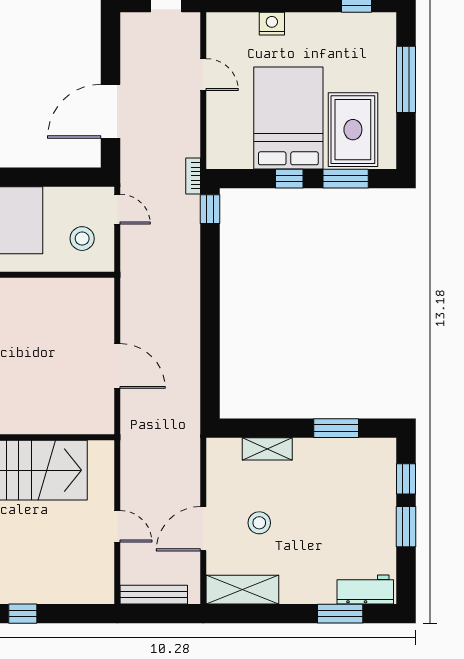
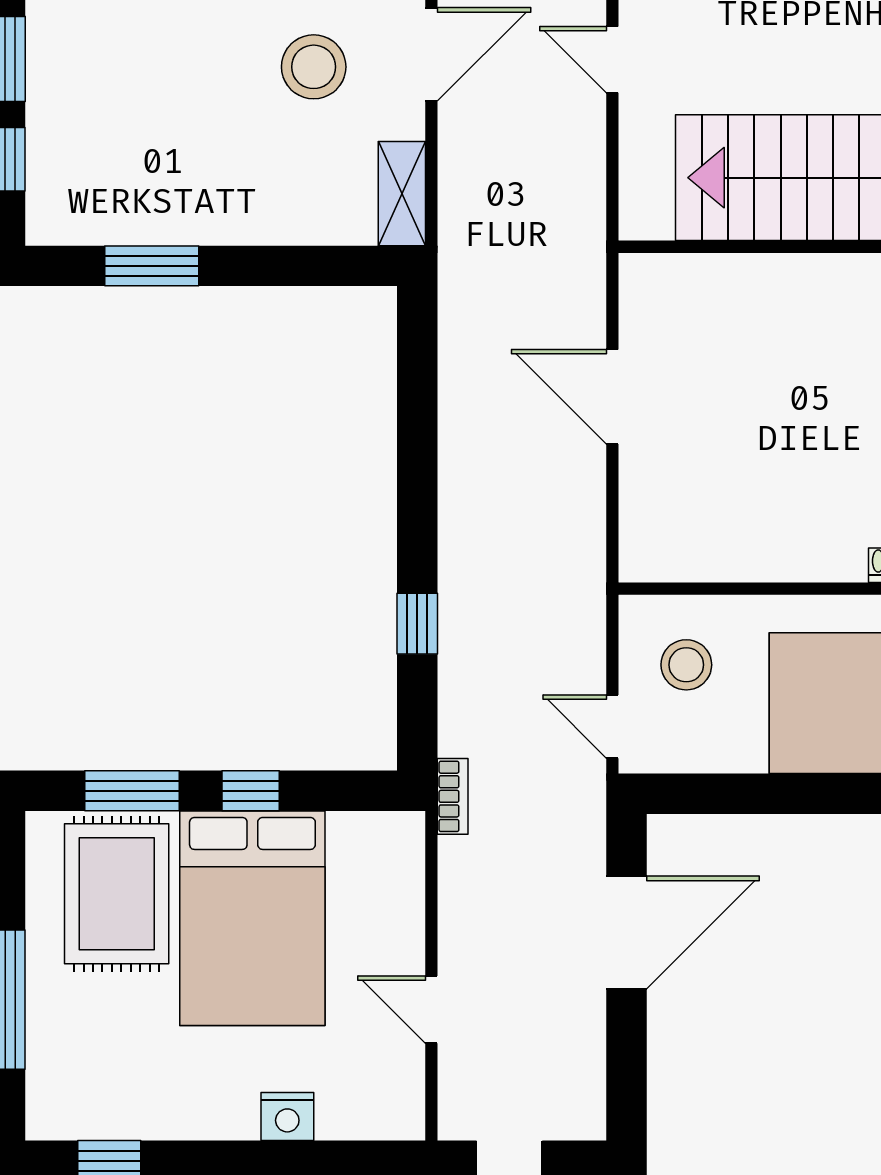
window: (210, 209) -> (417, 624), moved
shelving: (267, 449) -> (402, 194), moved, turned 90
stool: (259, 523) -> (314, 67), width x1.38, depth x1.38

